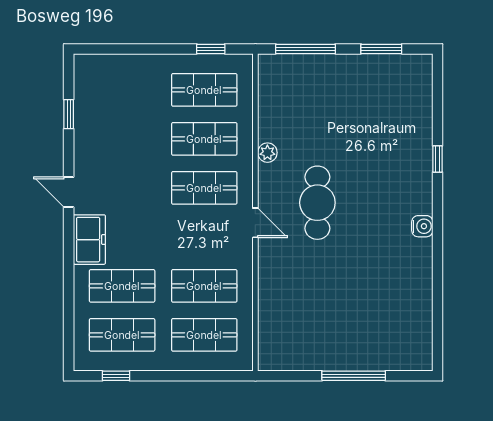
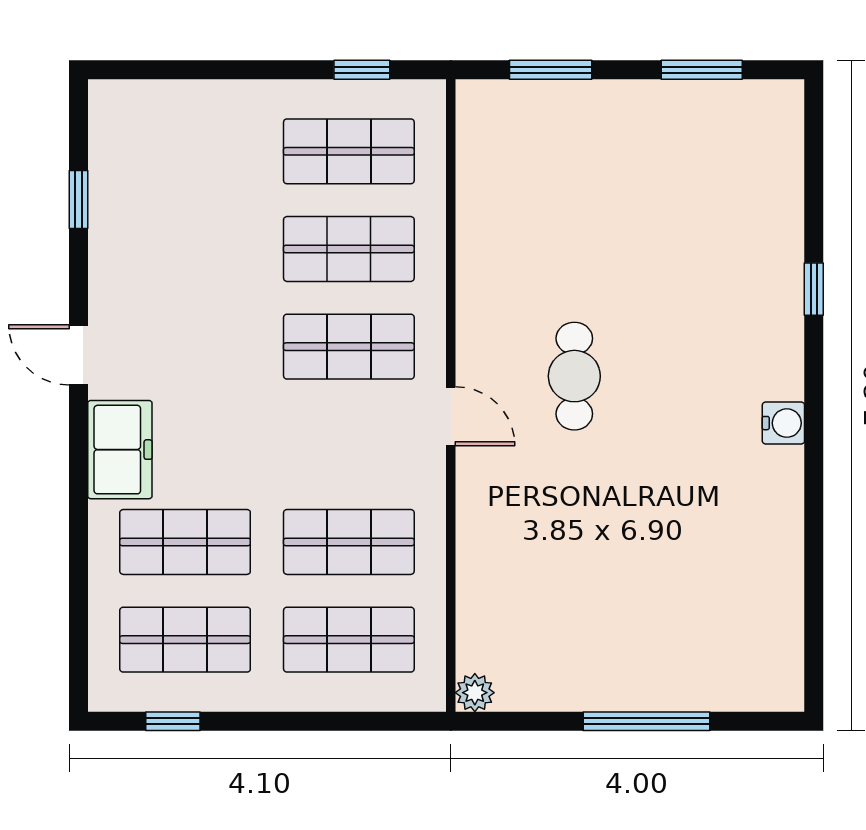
window: (305, 49) -> (551, 70), width x0.69
plant: (267, 153) -> (475, 693), moved
cafe table: (317, 203) -> (574, 376), width x0.73, depth x0.74

